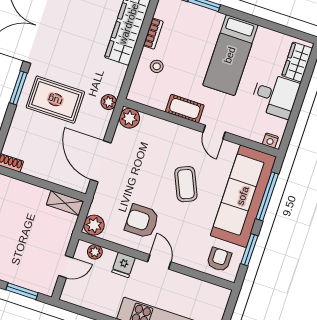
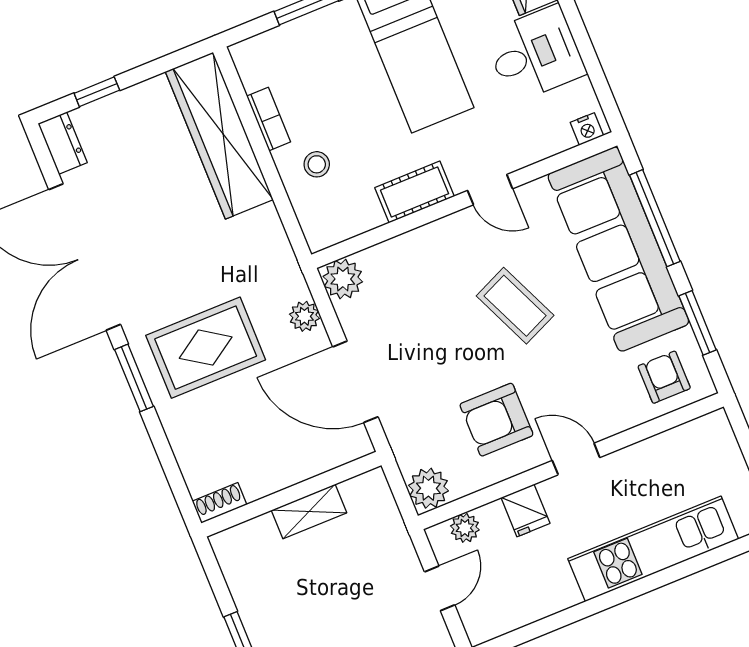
plant: (109, 102) -> (304, 316), moved
shelving: (65, 203) -> (309, 512), moved

